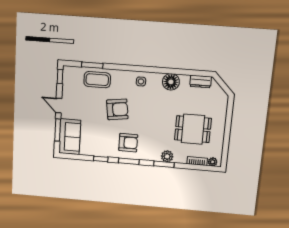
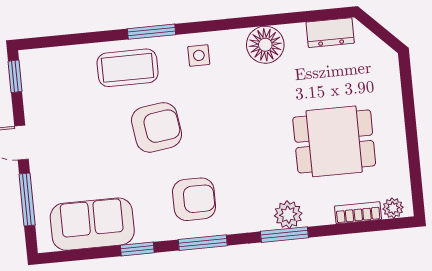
window: (92, 65) -> (152, 32), moved
coffee table: (97, 80) -> (128, 68), moved
sofa: (70, 137) -> (92, 224), moved, turned -90

